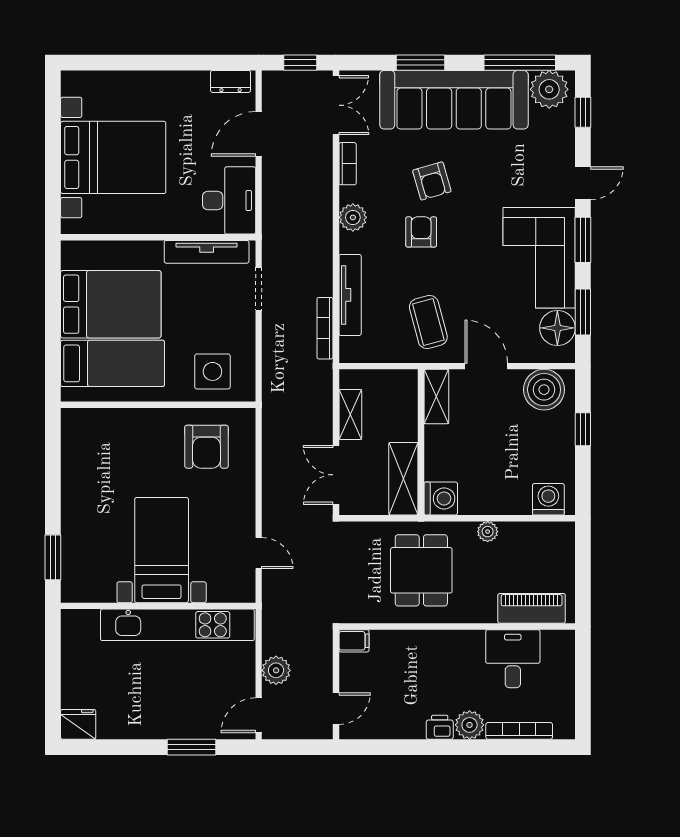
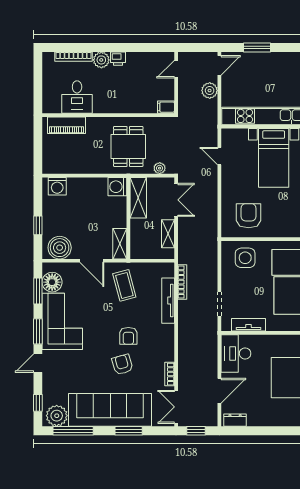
plant: (353, 217) -> (167, 344), removed
tv unit: (207, 252) -> (248, 325), width x0.71
plant: (488, 532) -> (160, 168), moved

